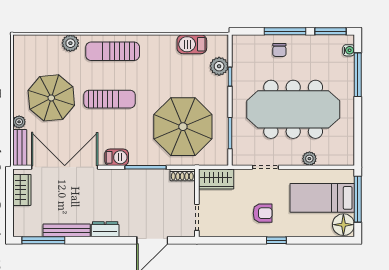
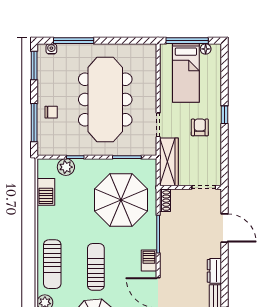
window: (285, 31) -> (34, 123), moved
plant: (309, 159) -> (150, 85), removed
wardrobe: (216, 179) -> (169, 162), width x1.50
floor lamp: (343, 225) -> (206, 49), width x0.53, depth x0.53

